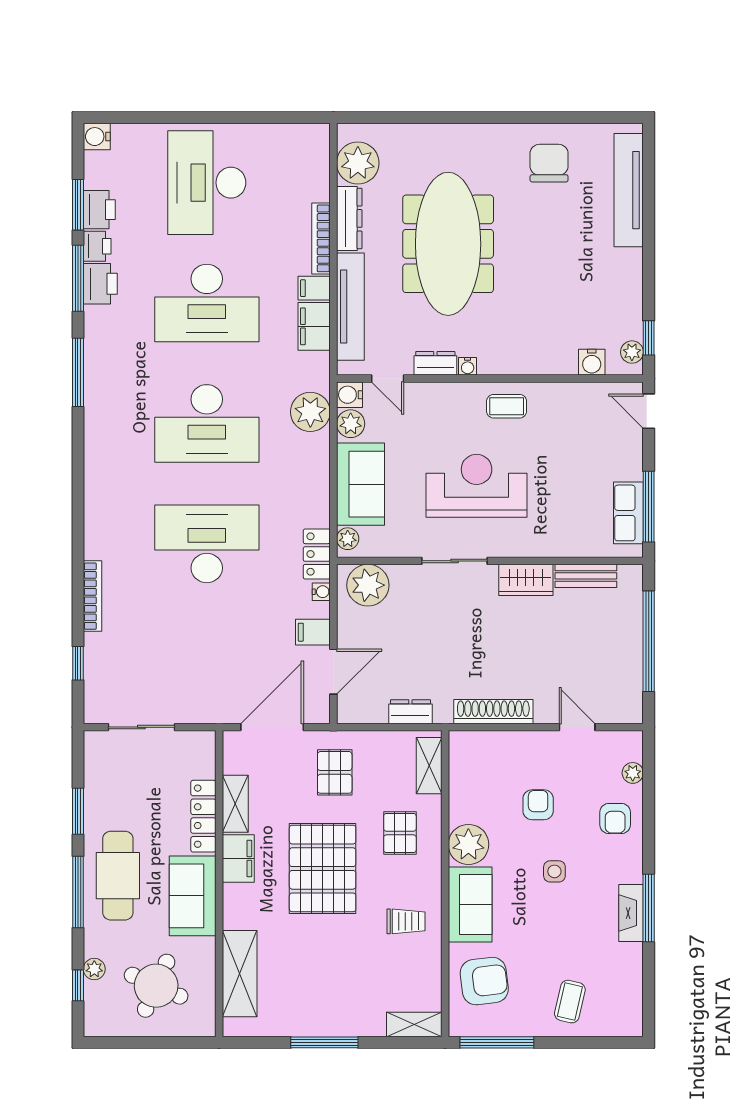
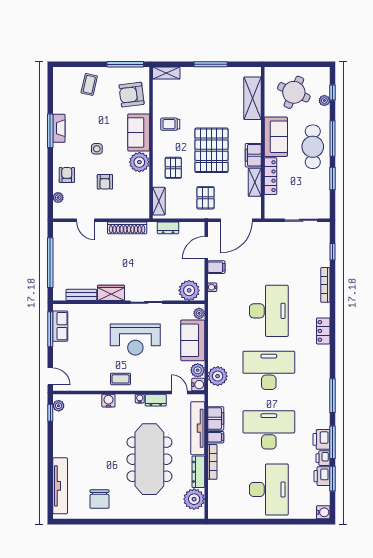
water cooler: (592, 362) -> (108, 401), moved
desk: (207, 544) -> (269, 311), turned -90
locker: (317, 554) -> (323, 331), moved, turned 180

